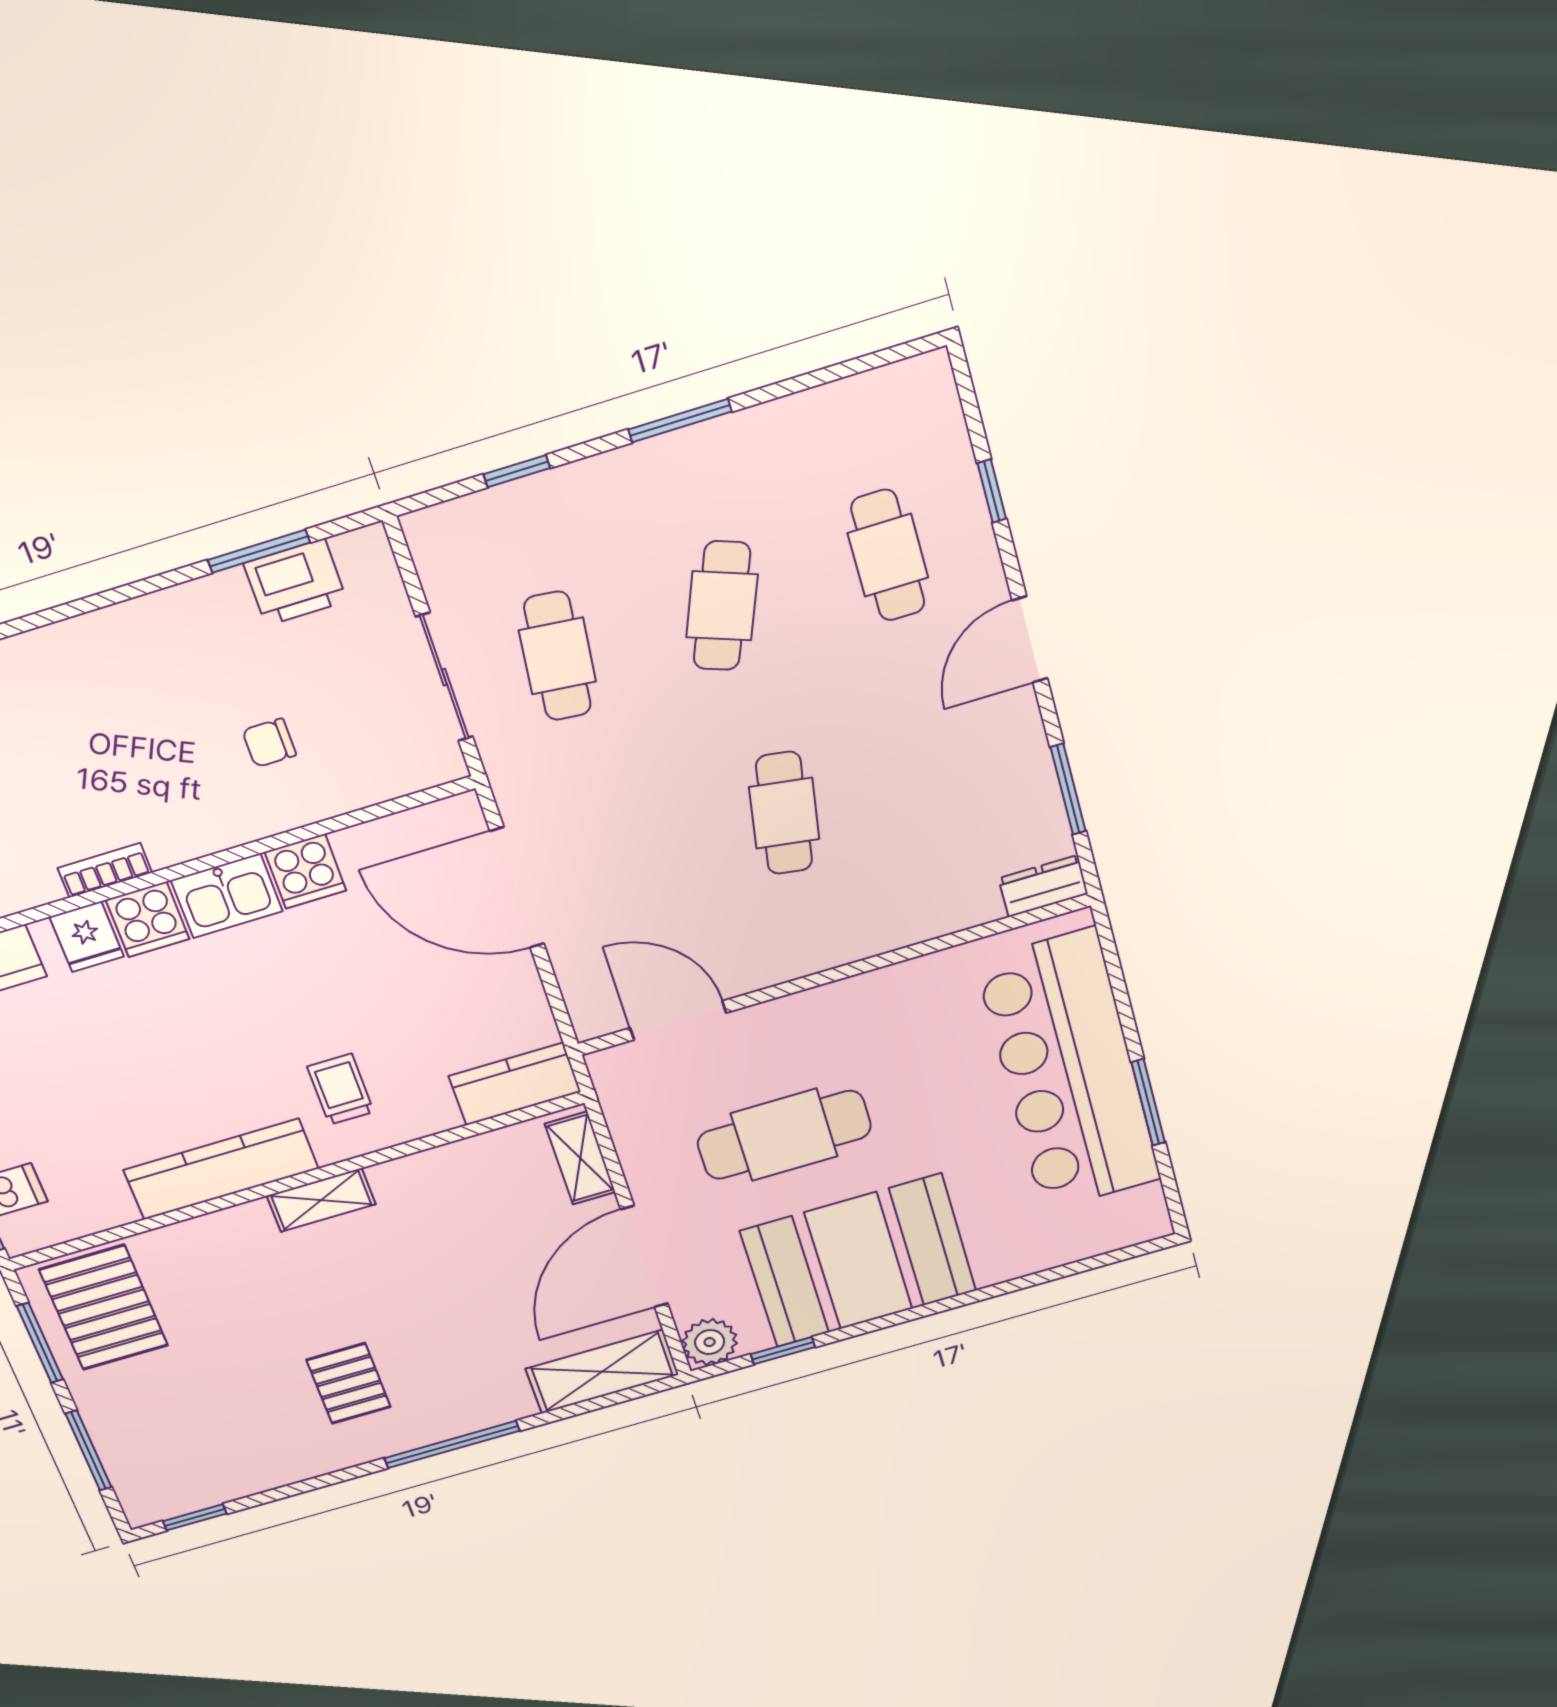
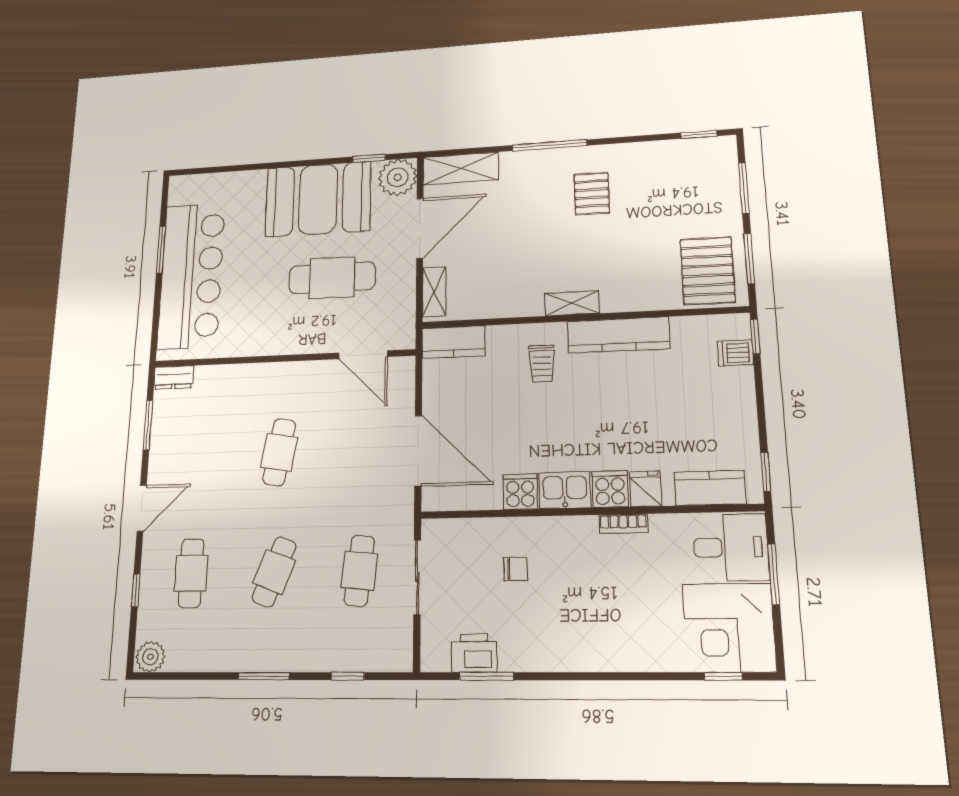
plant: (920, 384) -> (150, 657), added
plant: (710, 1342) -> (398, 177), width x1.36, depth x1.36

